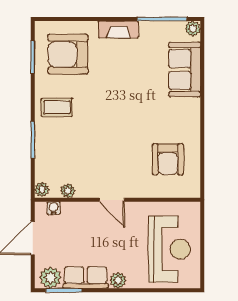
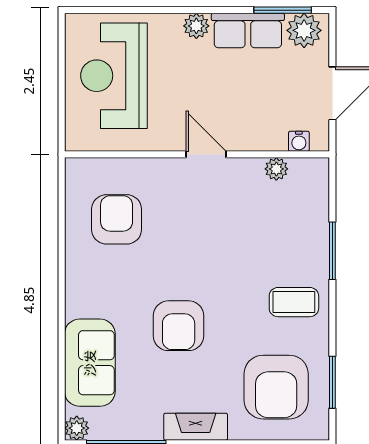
armchair: (68, 54) -> (276, 387), turned 90
armchair: (129, 93) -> (179, 326), added
plant: (42, 189) -> (318, 171), removed

